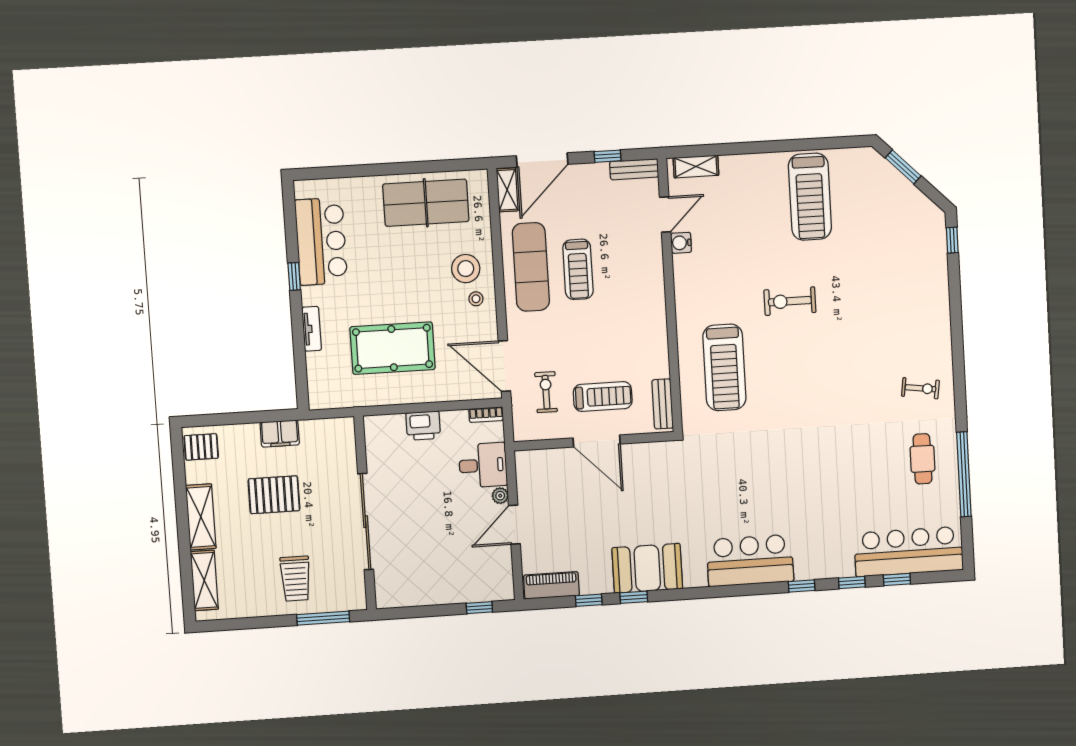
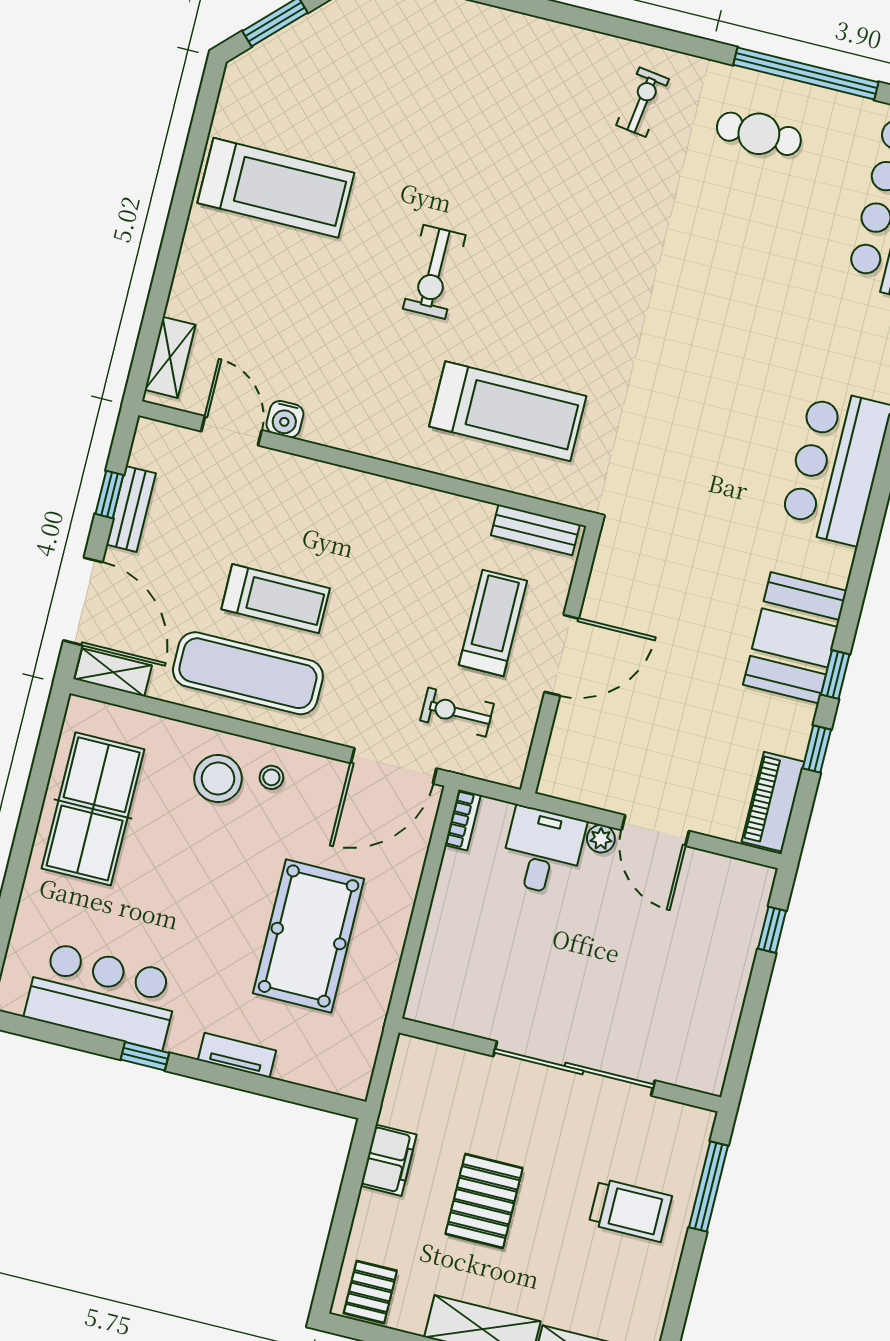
bench: (634, 169) -> (131, 509), moved
printer: (423, 426) -> (448, 927), removed

